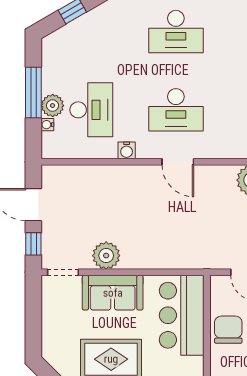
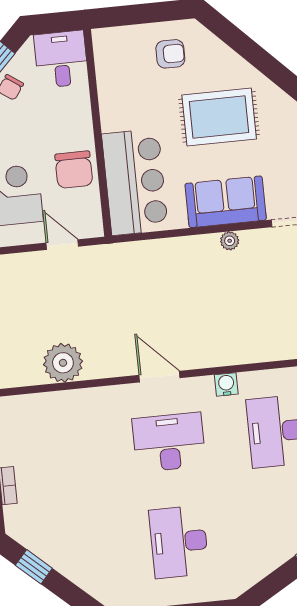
desk: (176, 32) -> (179, 542), turned -90
plant: (106, 256) -> (230, 241), width x0.53, depth x0.53

